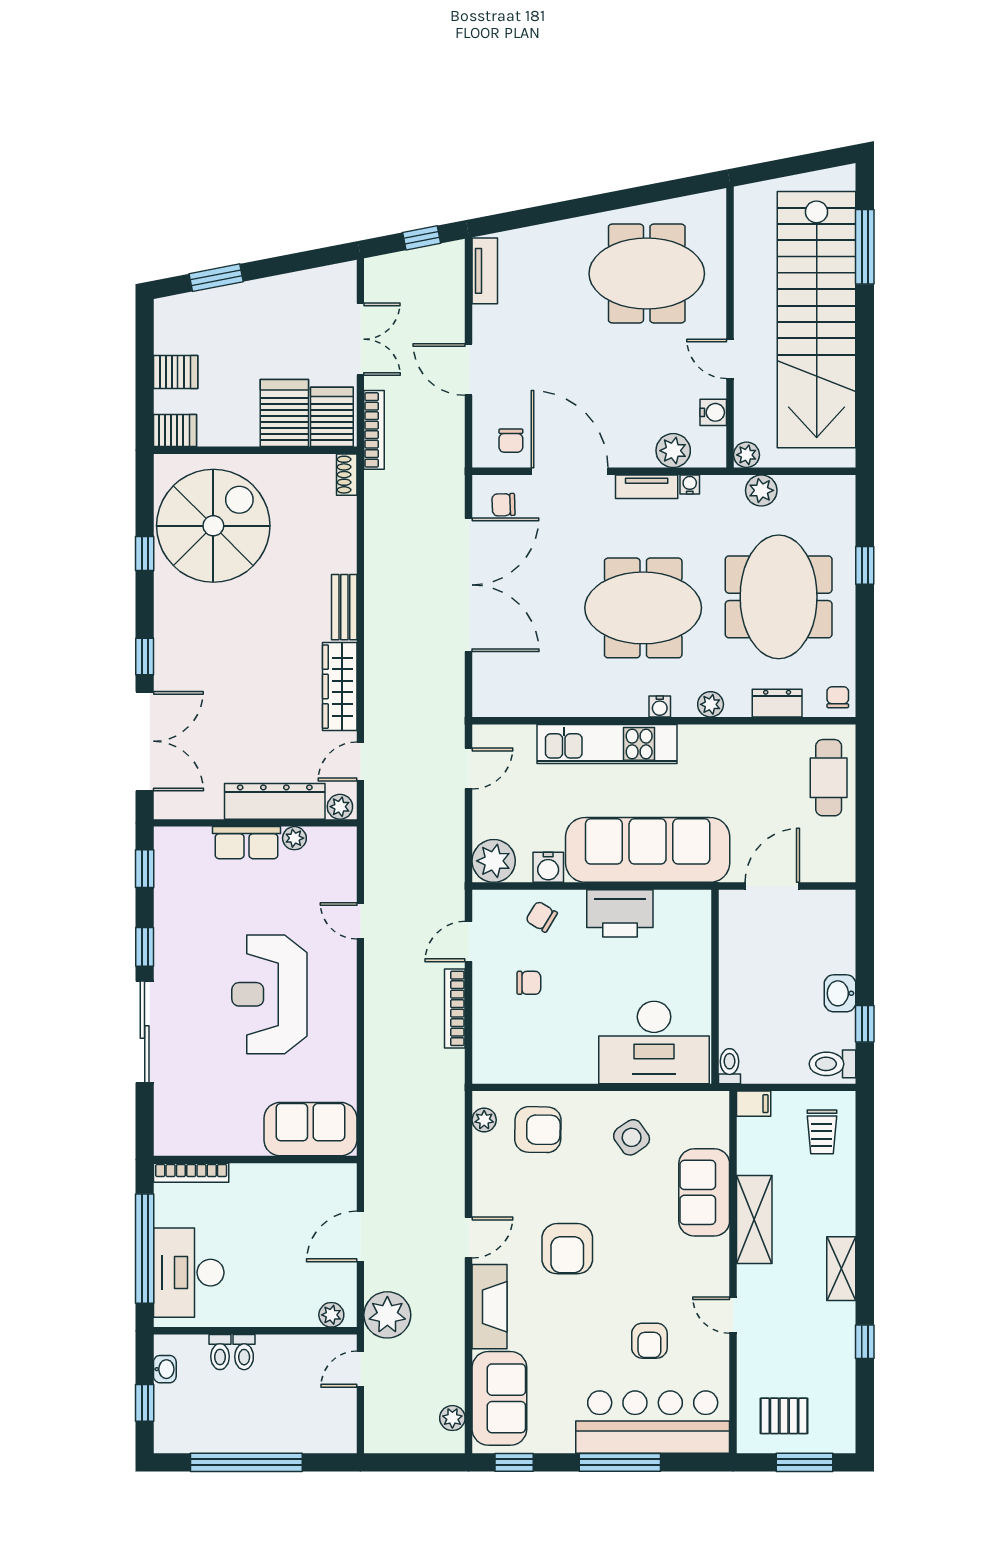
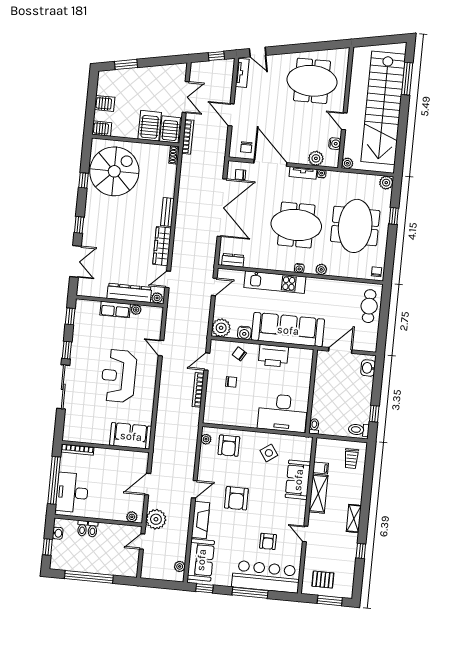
door: (515, 220) -> (258, 52), added
plant: (761, 490) -> (386, 183), moved
dresser: (777, 703) -> (233, 260), moved
double door: (145, 741) -> (76, 261), width x0.73
washbasin: (840, 993) -> (368, 368), moved
filing cabinet: (754, 1104) -> (321, 468), moved
armchair: (538, 1130) -> (229, 446), turned 89

